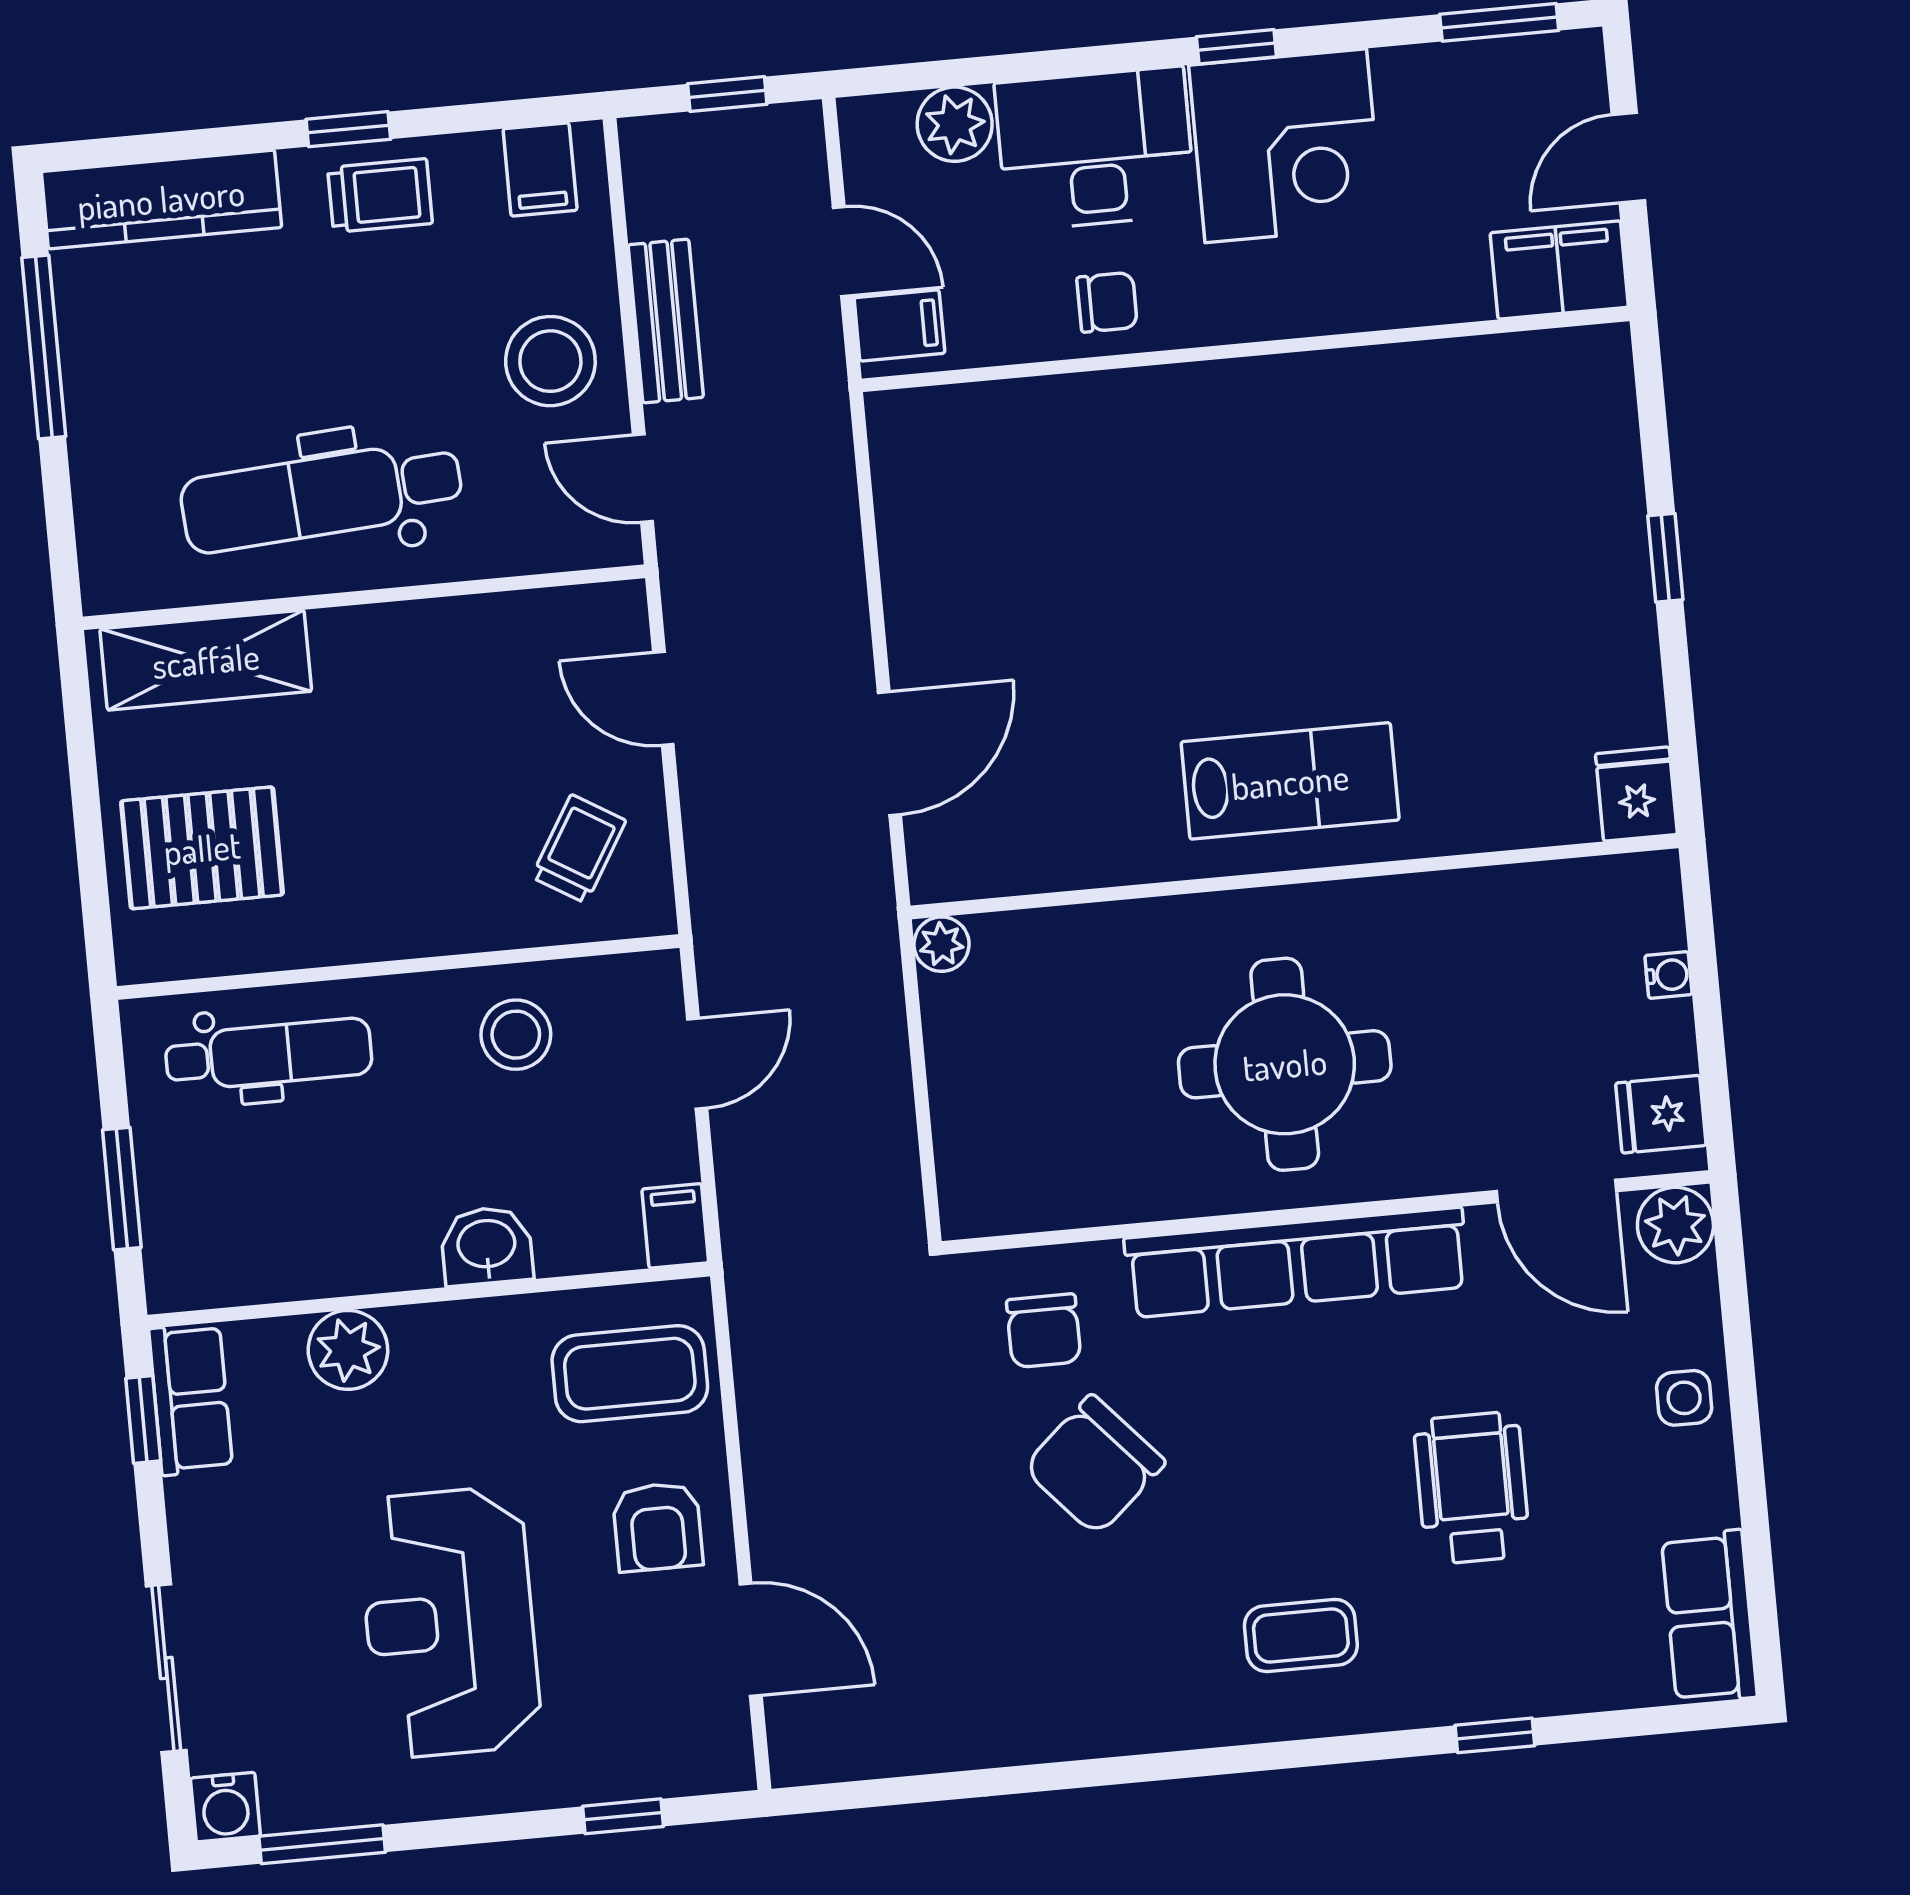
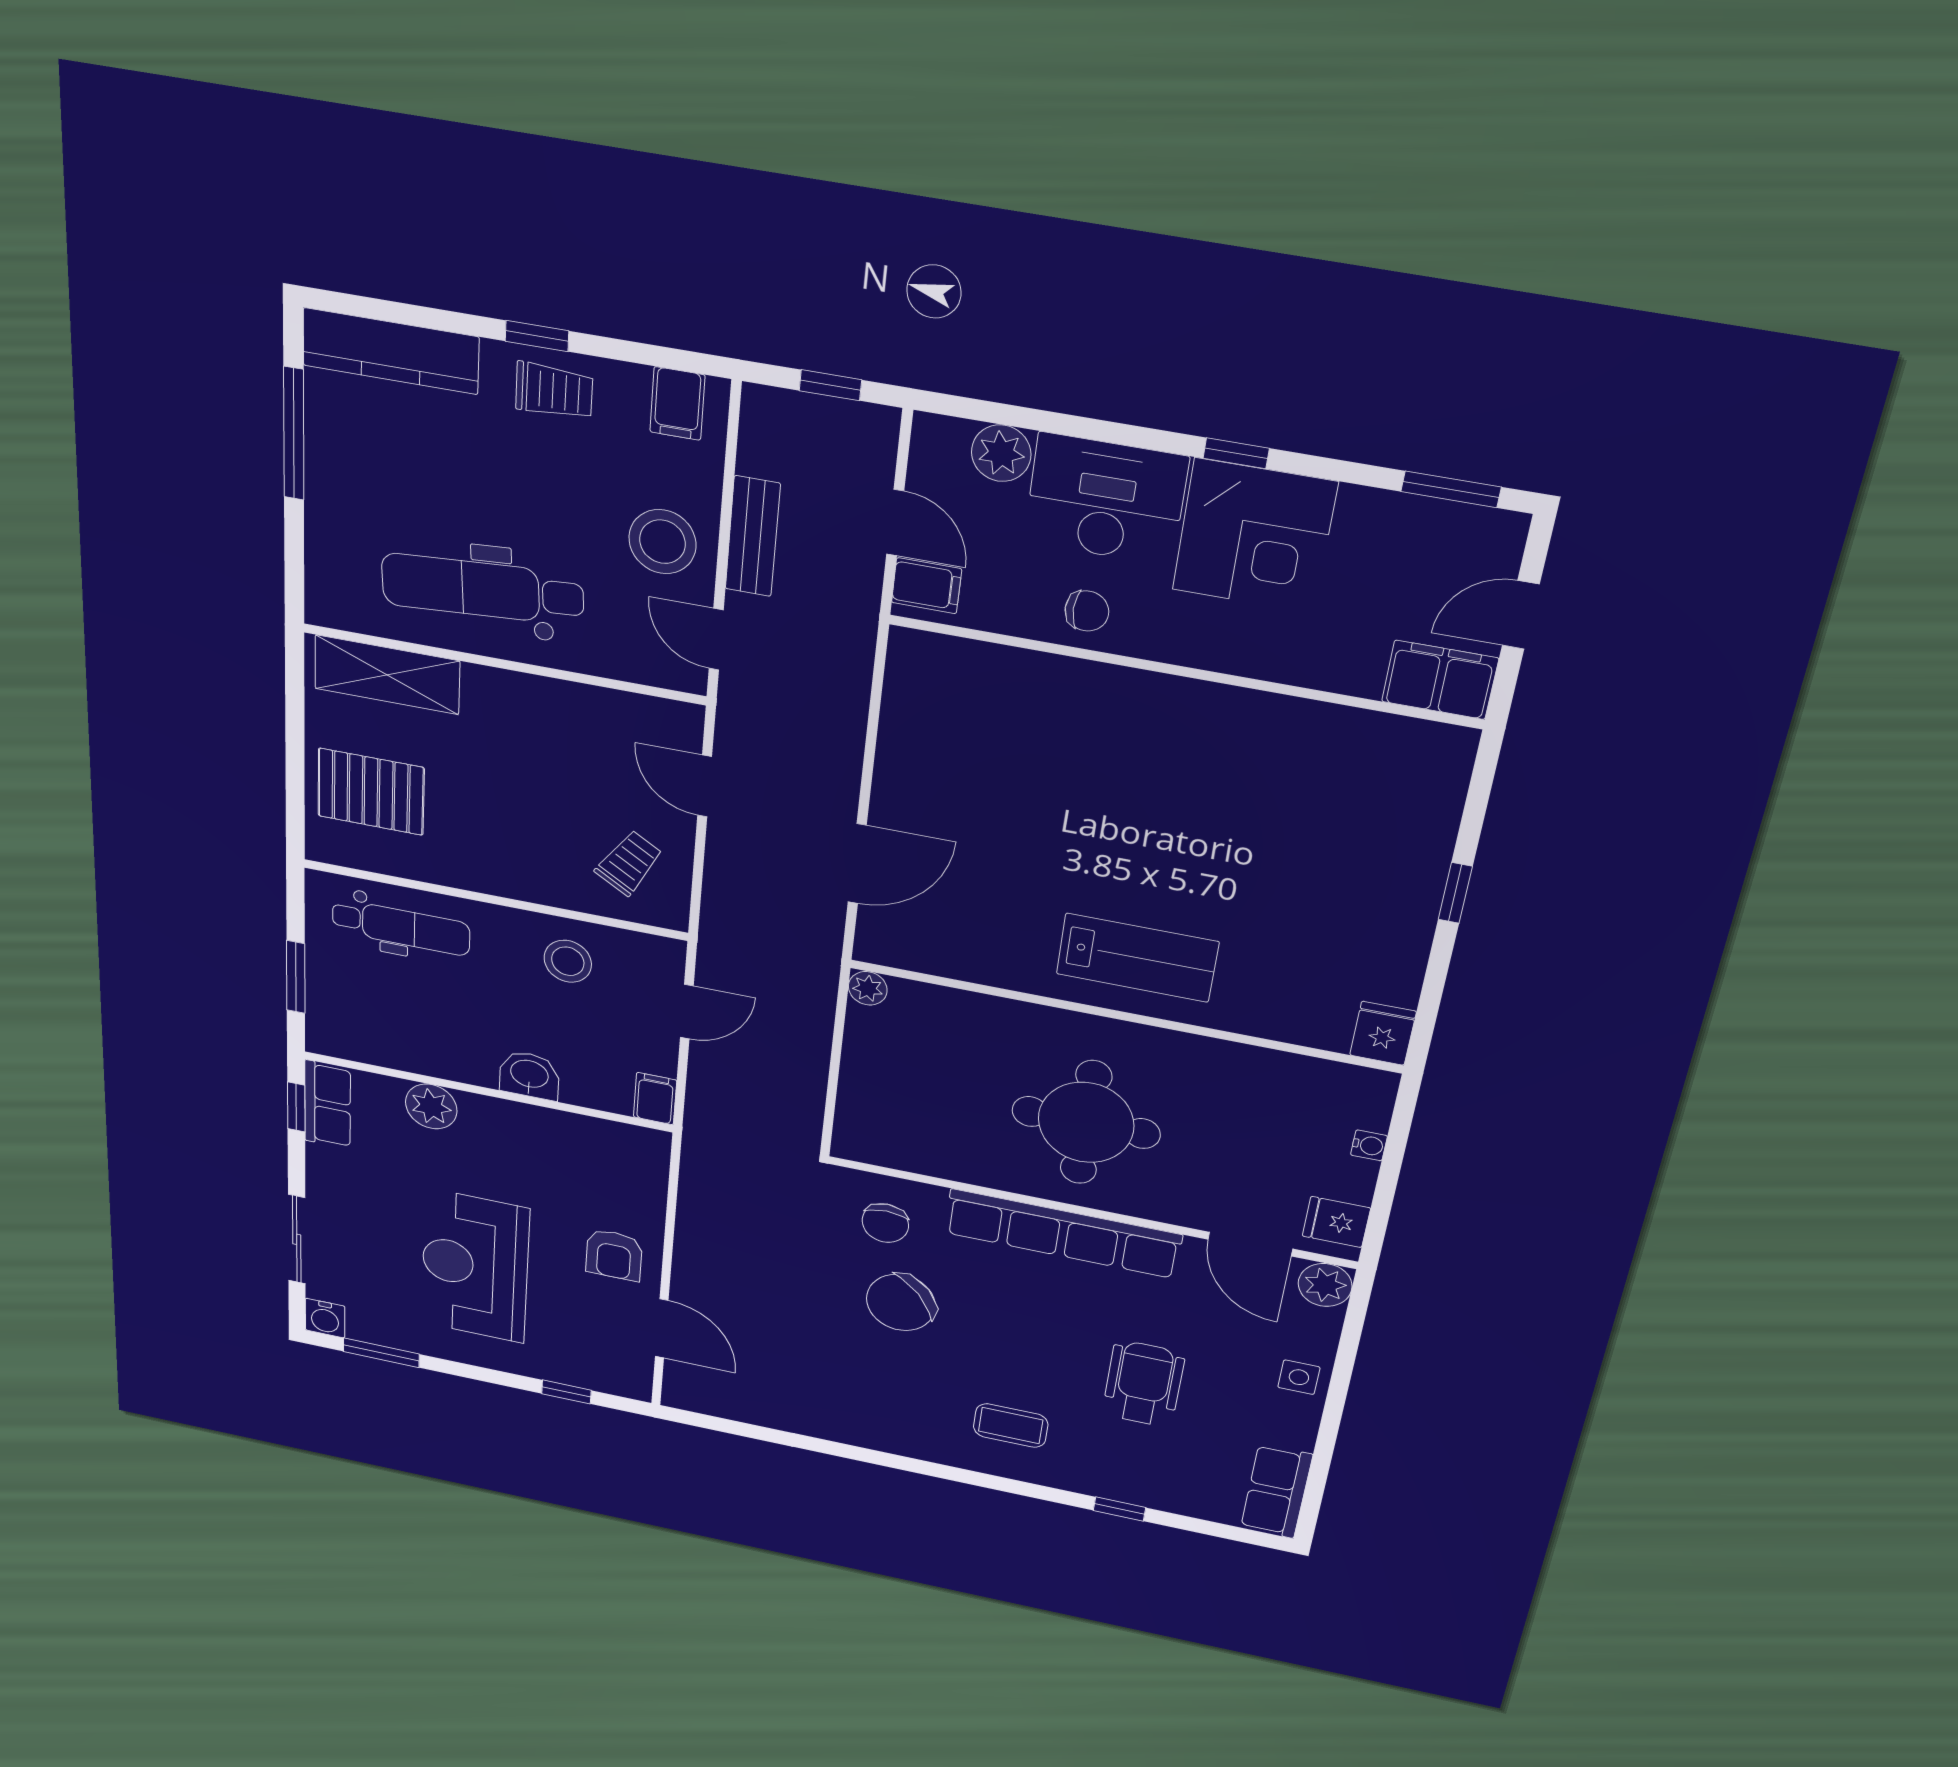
coffee table: (630, 1374) -> (611, 1170), removed

